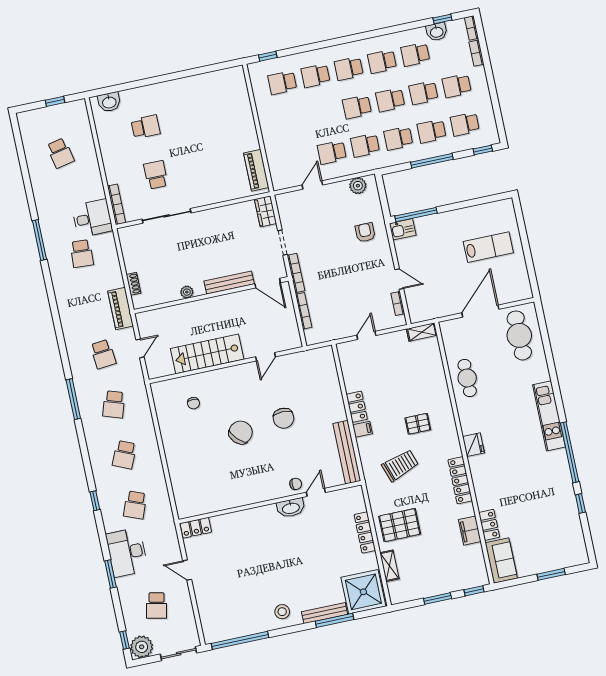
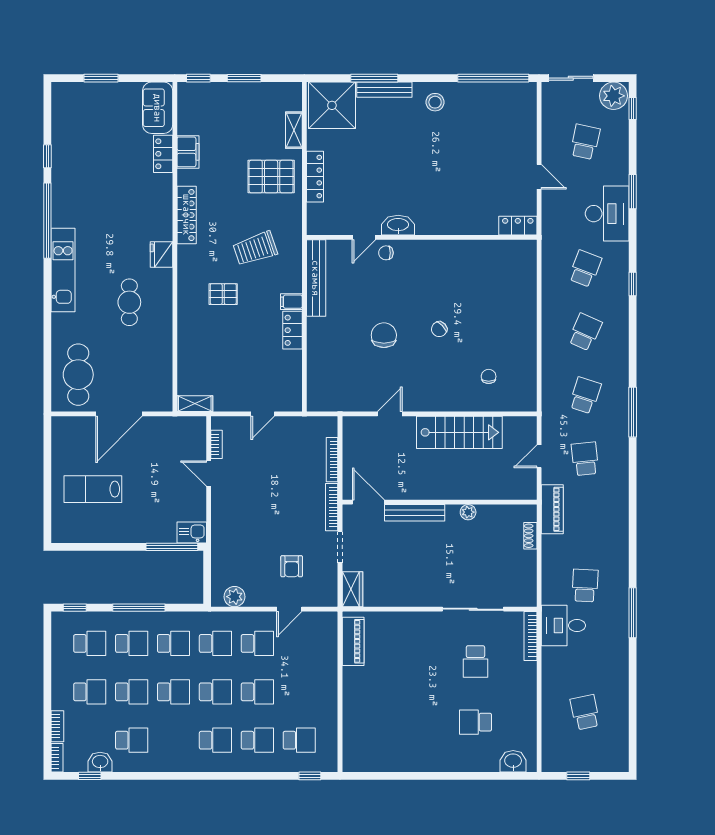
school desk: (382, 62) -> (257, 692), moved
armchair: (365, 232) -> (292, 566), moved
cafe table: (467, 378) -> (129, 302), moved
chair: (241, 432) -> (439, 329), width x0.54, depth x0.54

